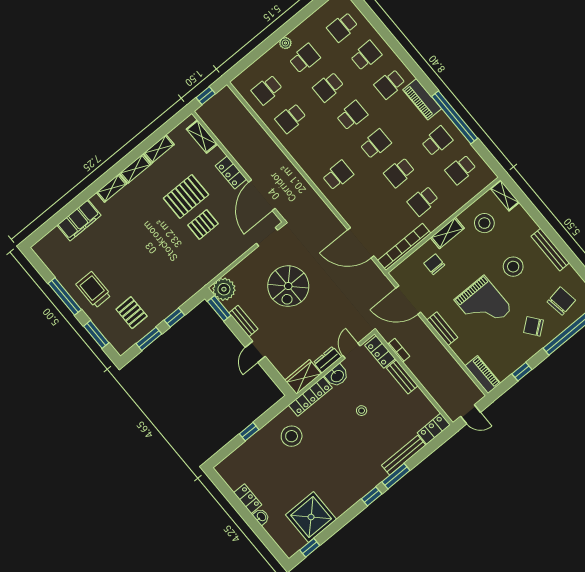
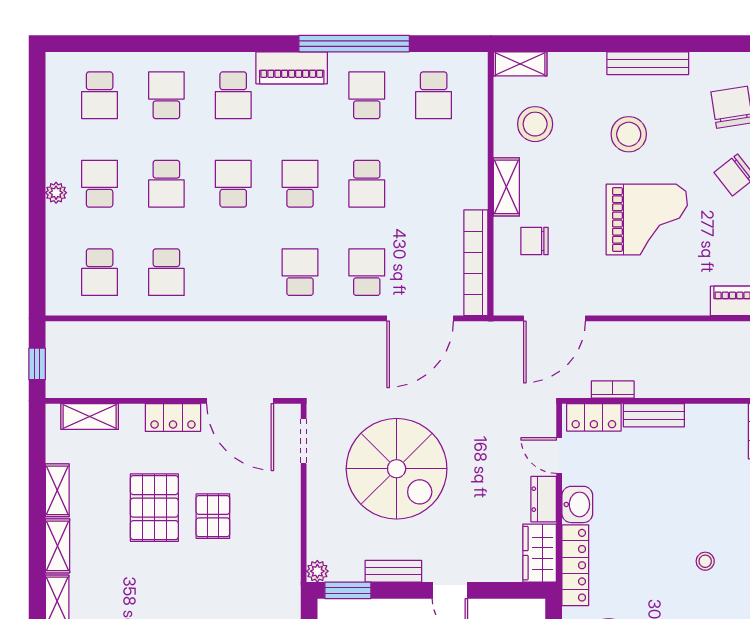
school desk: (423, 201) -> (367, 272), moved, turned 180
spiral stairs: (288, 286) -> (397, 469), width x1.37, depth x1.37
plant: (224, 289) -> (317, 571), width x0.53, depth x0.53
bench: (442, 329) -> (633, 304), removed
stool: (362, 411) -> (705, 561), moved

